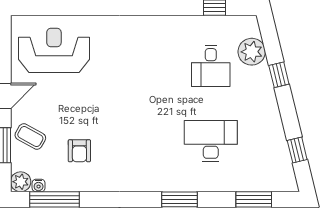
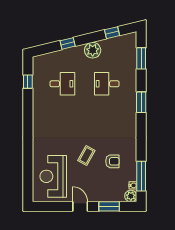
plant: (252, 52) -> (93, 50), moved
coffee table: (30, 137) -> (86, 156), moved
desk: (211, 141) -> (107, 84), width x0.73

